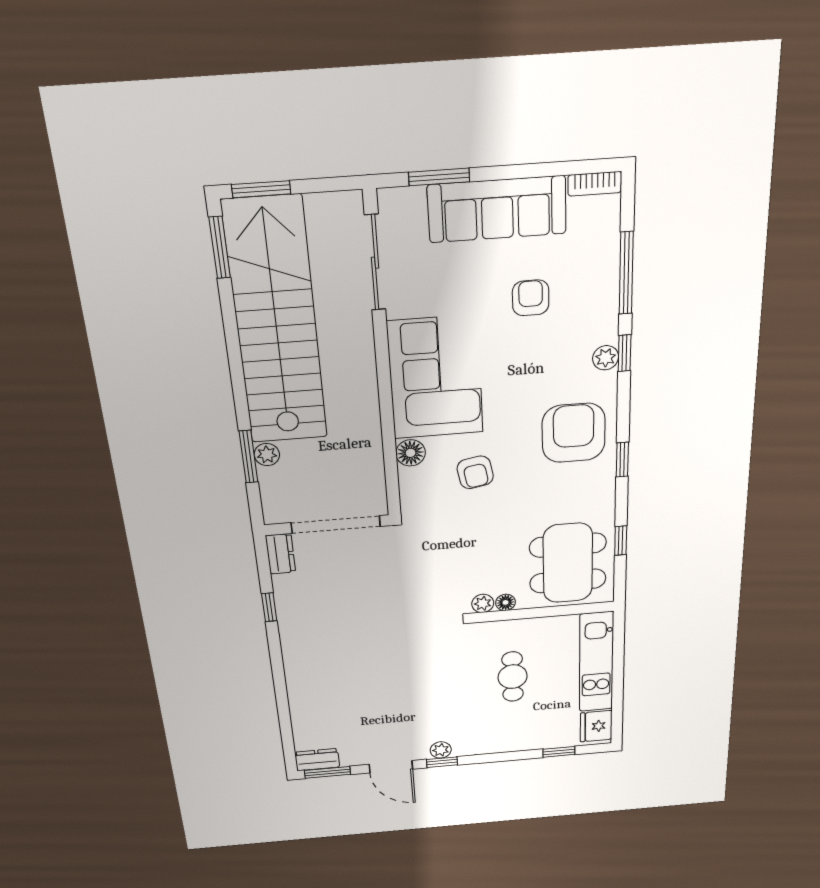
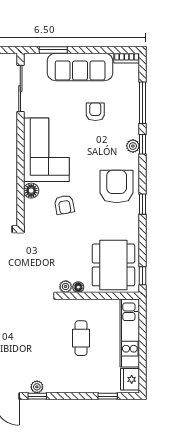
window: (621, 541) -> (143, 276), moved

